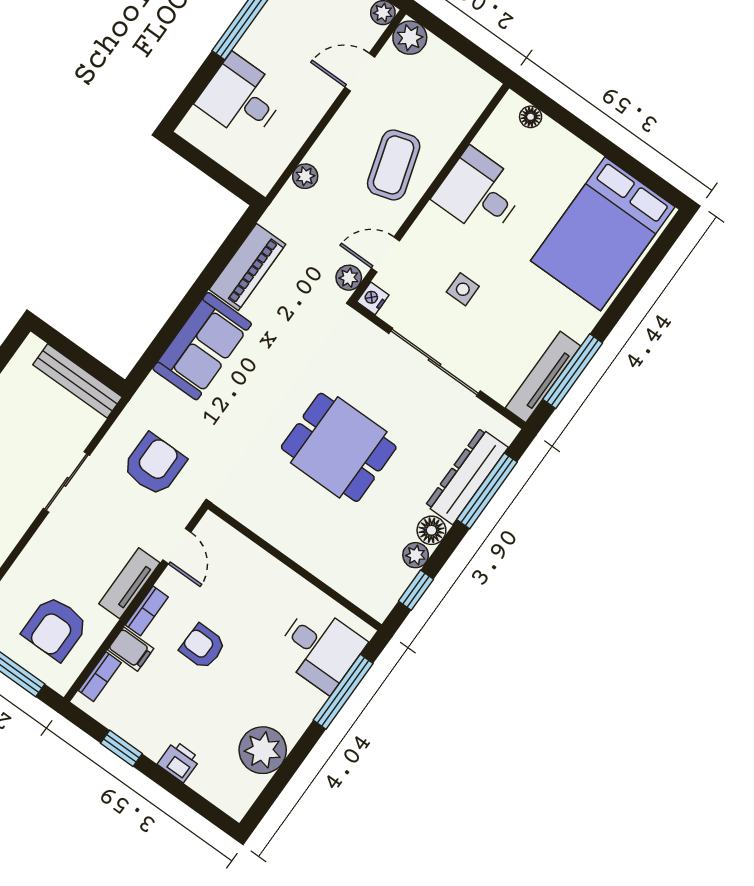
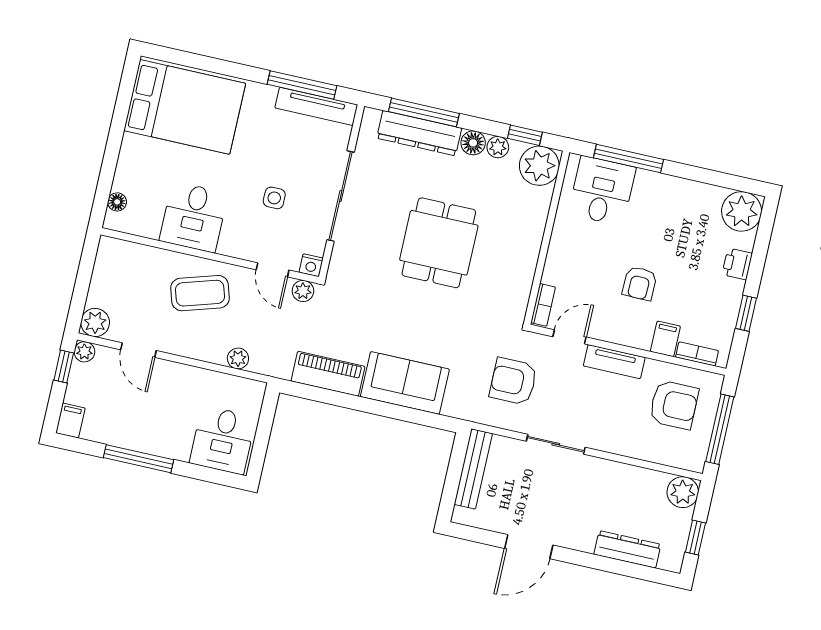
desk: (241, 98) -> (223, 440), moved
plant: (376, 592) -> (539, 166), added
bookcase: (147, 611) -> (543, 305), moved, turned 90
plant: (263, 750) -> (742, 211), moved

